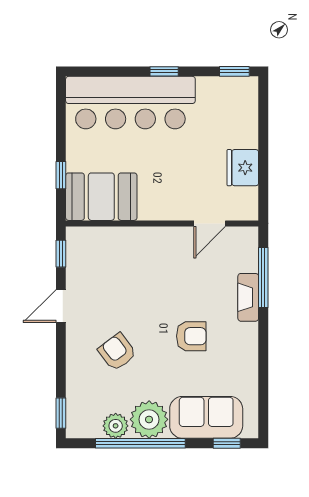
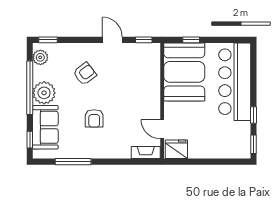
window: (164, 71) -> (253, 115), moved
fridge: (243, 168) -> (176, 149), moved
booth: (101, 197) -> (184, 72), width x1.36, depth x1.42
window: (263, 278) -> (73, 162), moved
fireplace: (248, 297) -> (146, 153), moved
plant: (116, 426) -> (40, 57), moved

